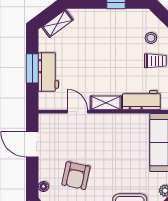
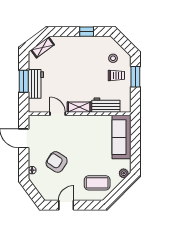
armchair: (76, 176) -> (57, 162), turned 111

